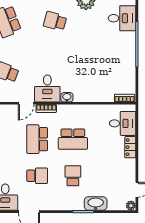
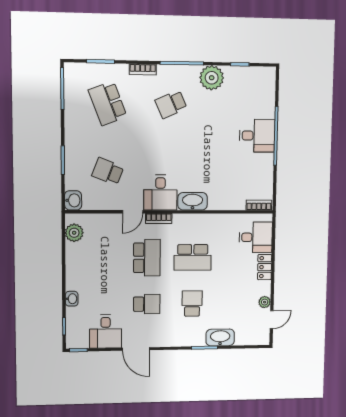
desk: (122, 18) -> (257, 136), moved
school desk: (55, 21) -> (171, 104), turned -39
washbasin: (67, 97) -> (193, 201), width x1.91, depth x1.45
school desk: (37, 139) -> (147, 258), turned 180
plant: (131, 206) -> (265, 302), moved

